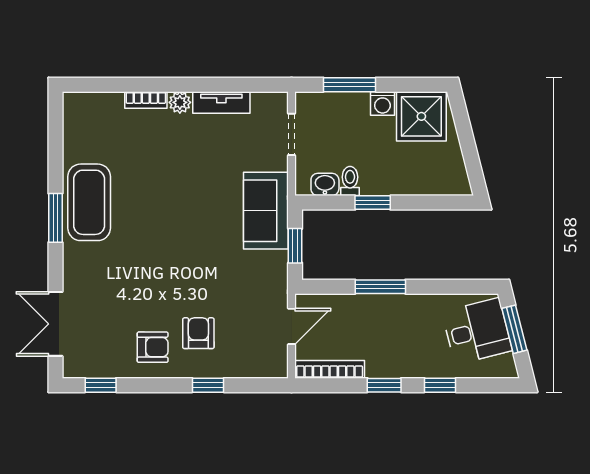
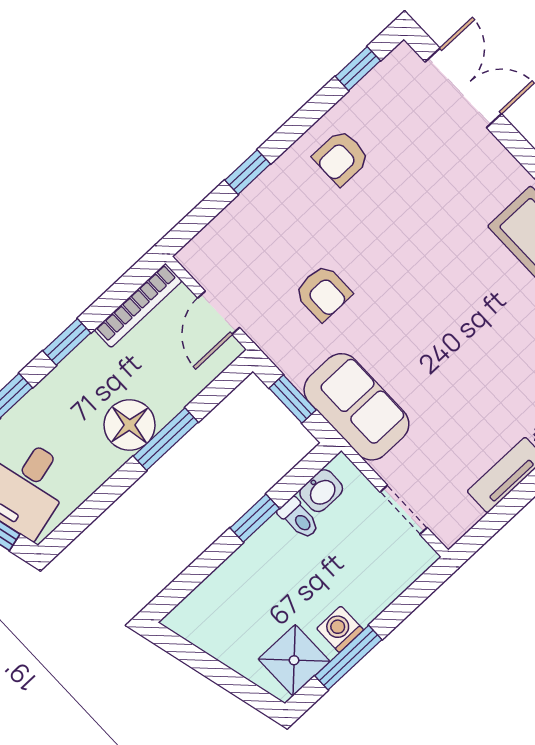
window: (350, 85) -> (348, 658), moved
shower: (421, 116) -> (294, 660), width x0.73, depth x0.73
floor lamp: (392, 312) -> (130, 425), added
armchair: (198, 333) -> (323, 293), moved

